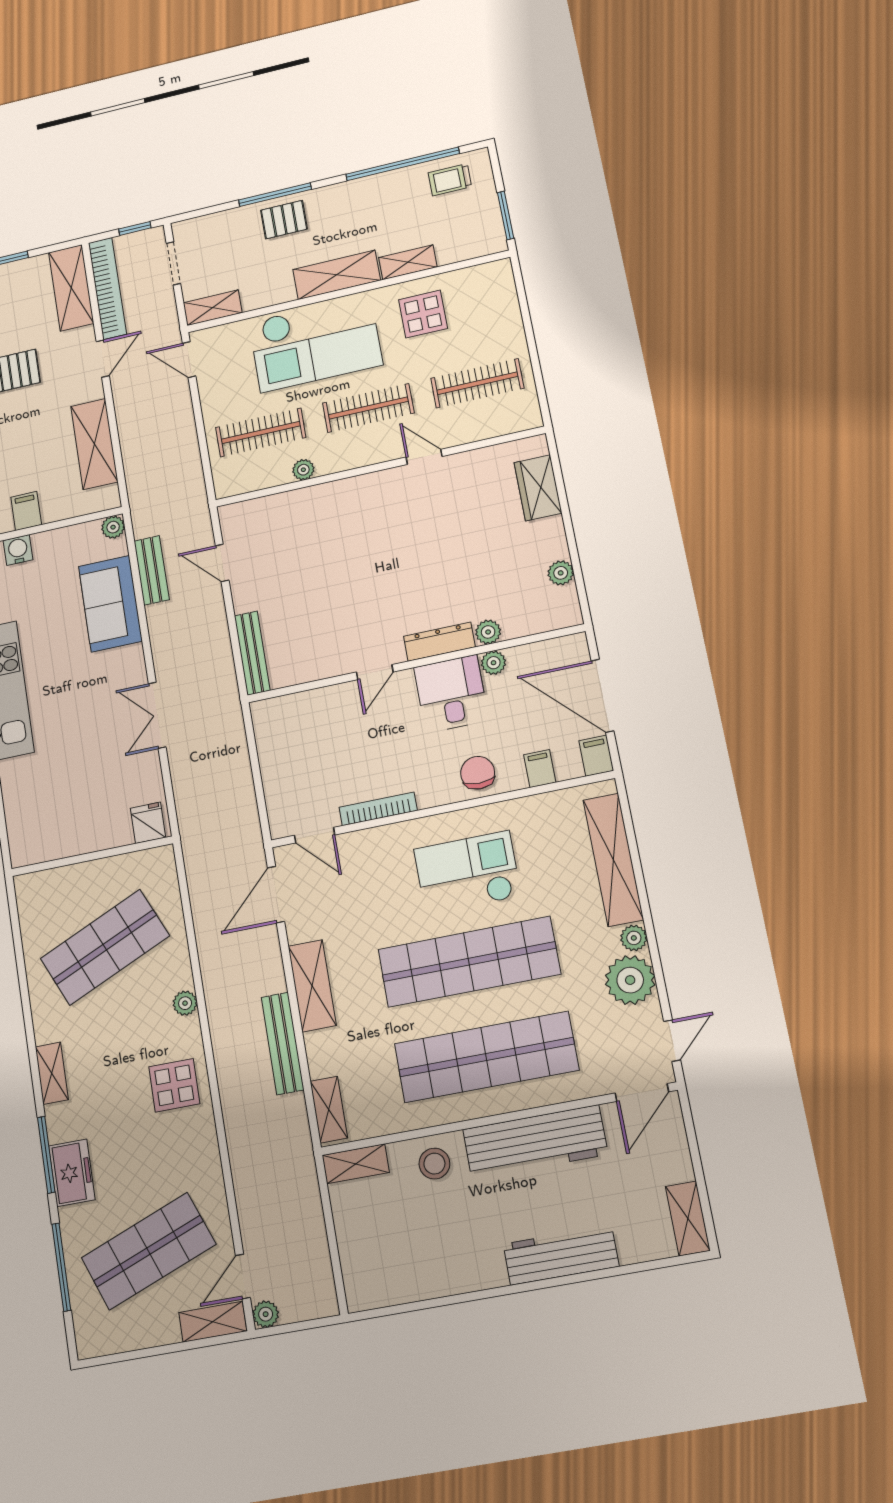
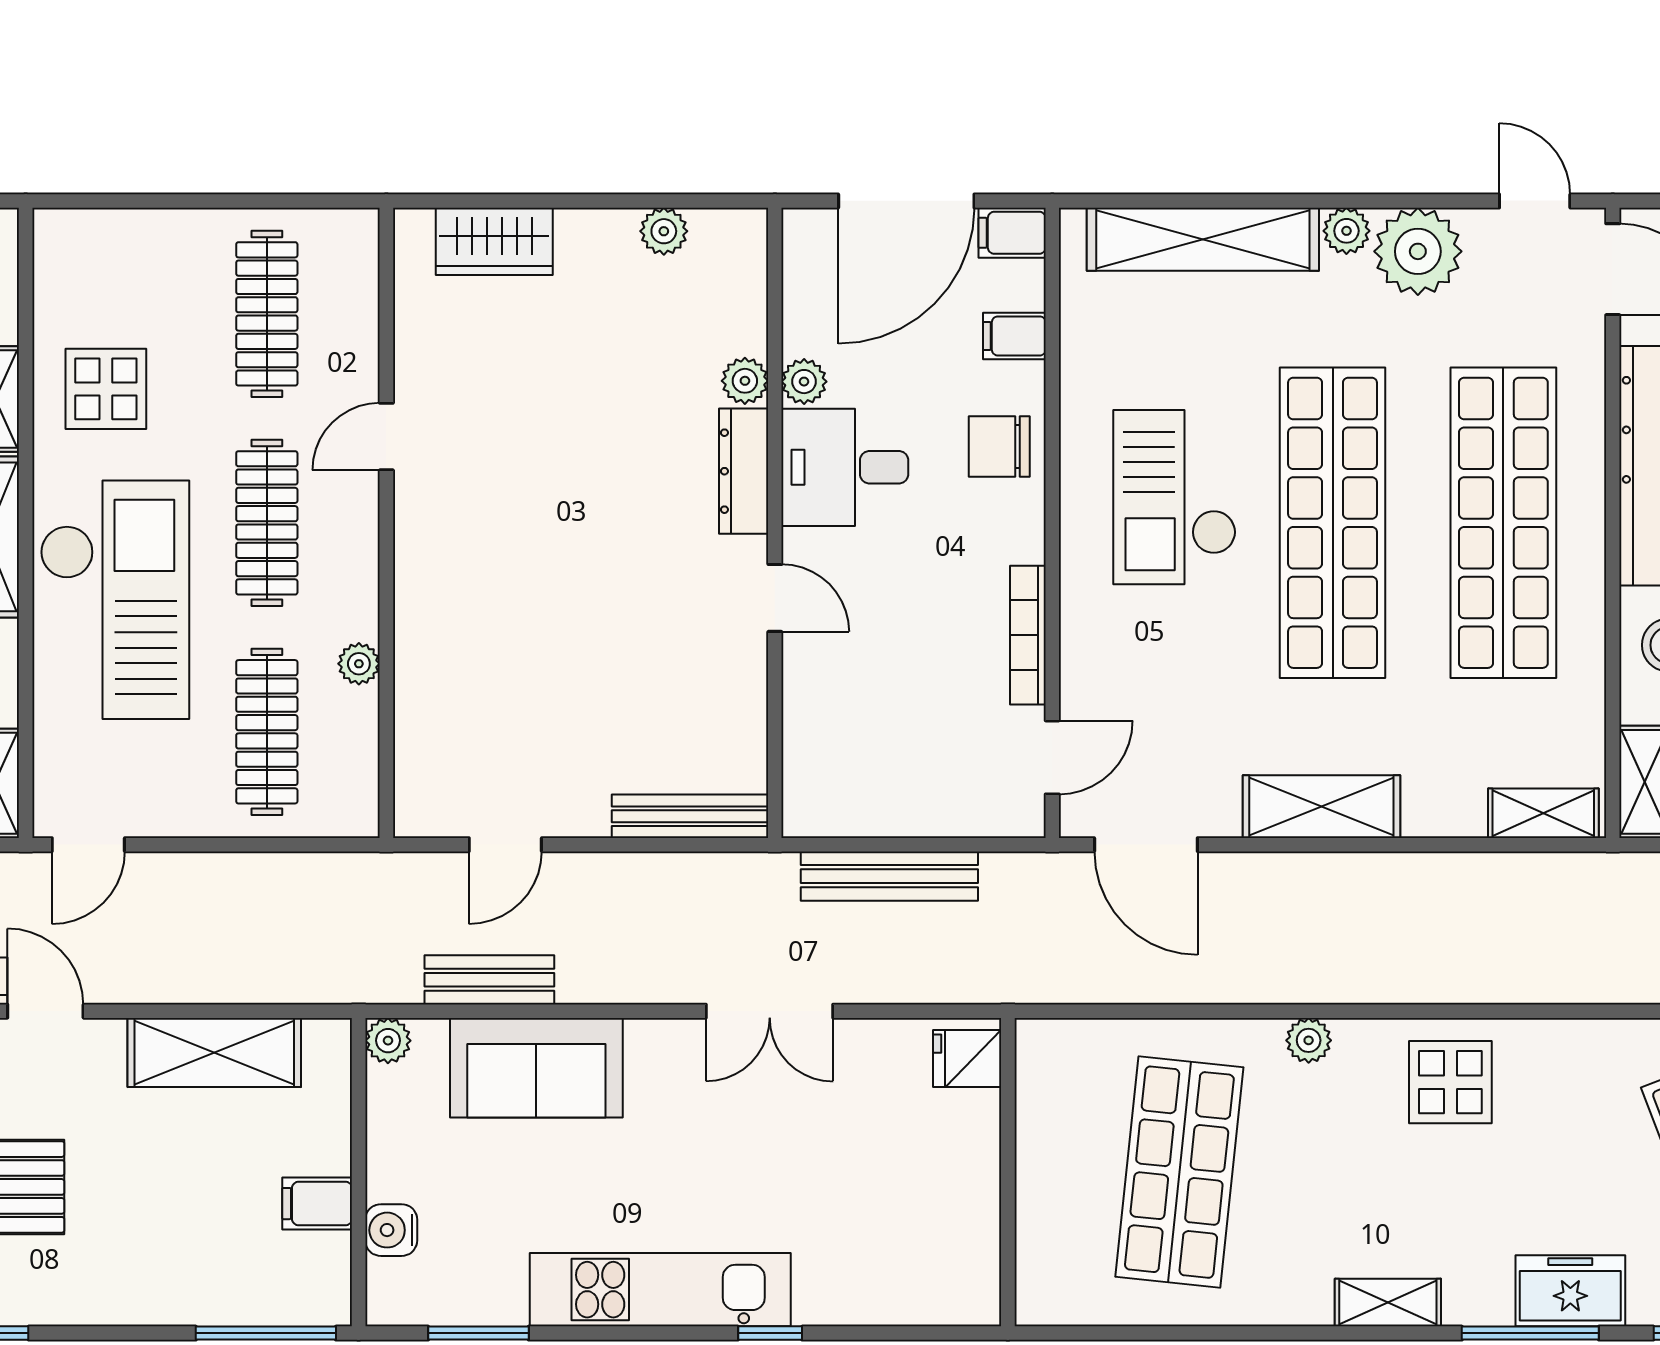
shop shelf: (105, 947) -> (1179, 1172), turned 30
bench: (283, 1043) -> (889, 876), moved

